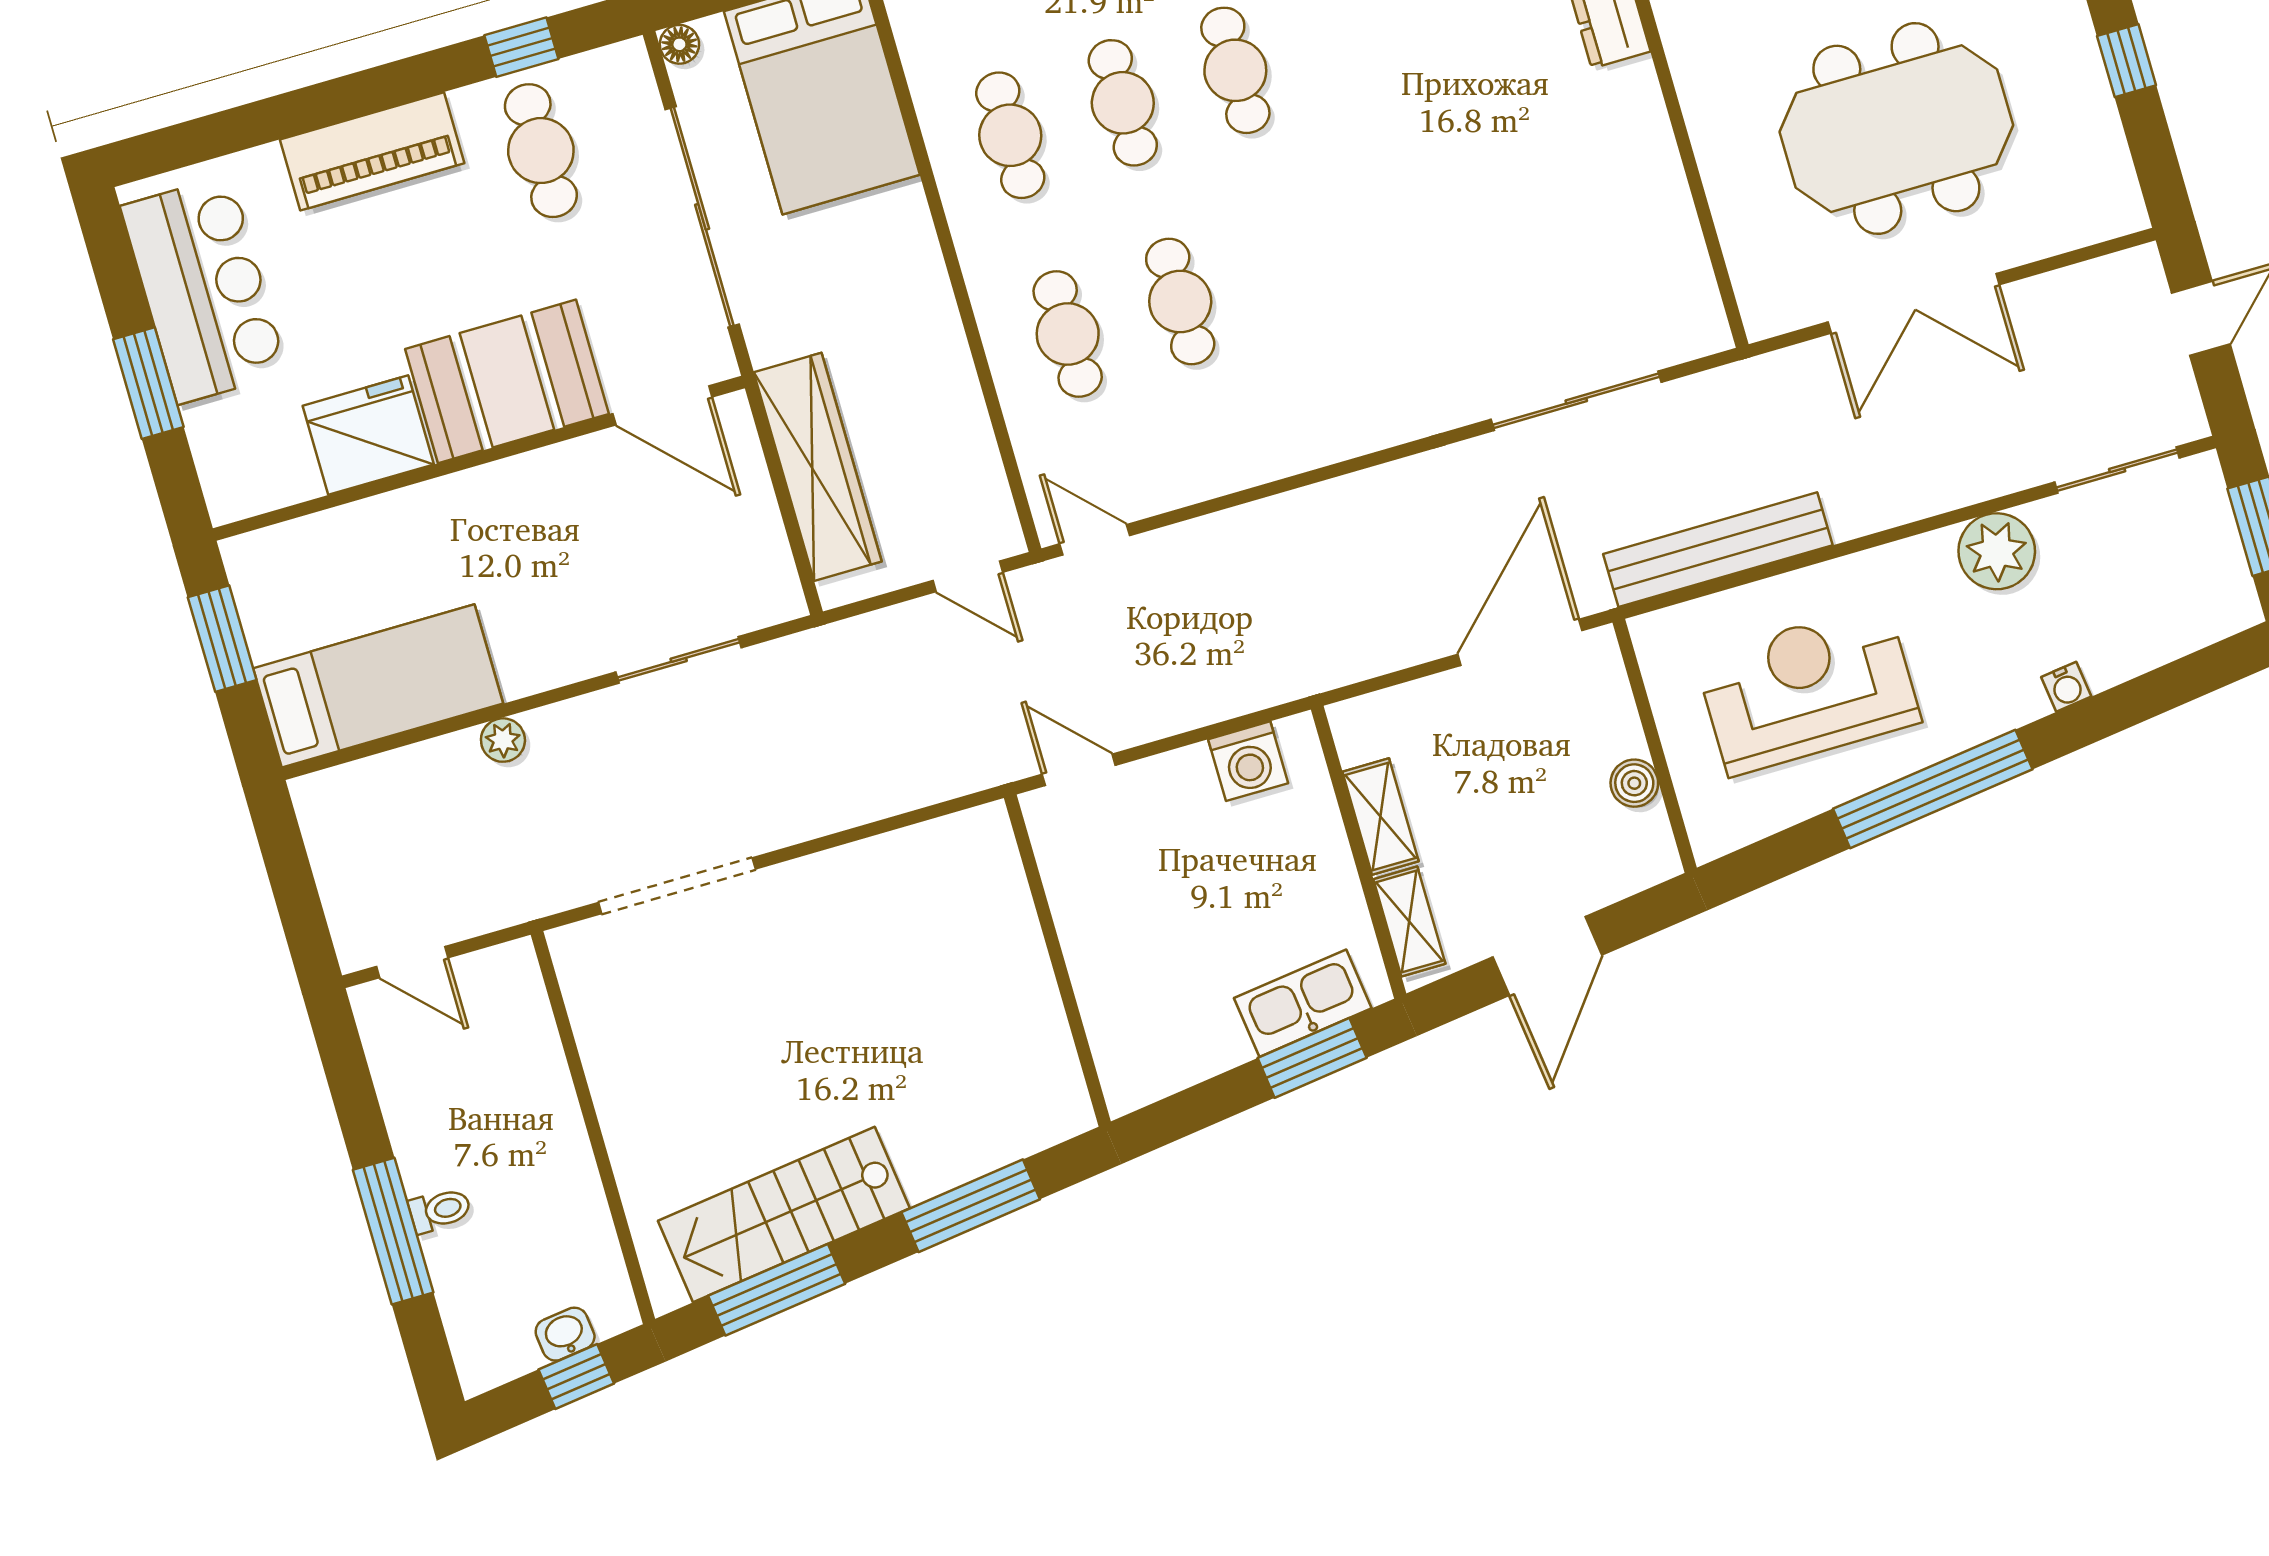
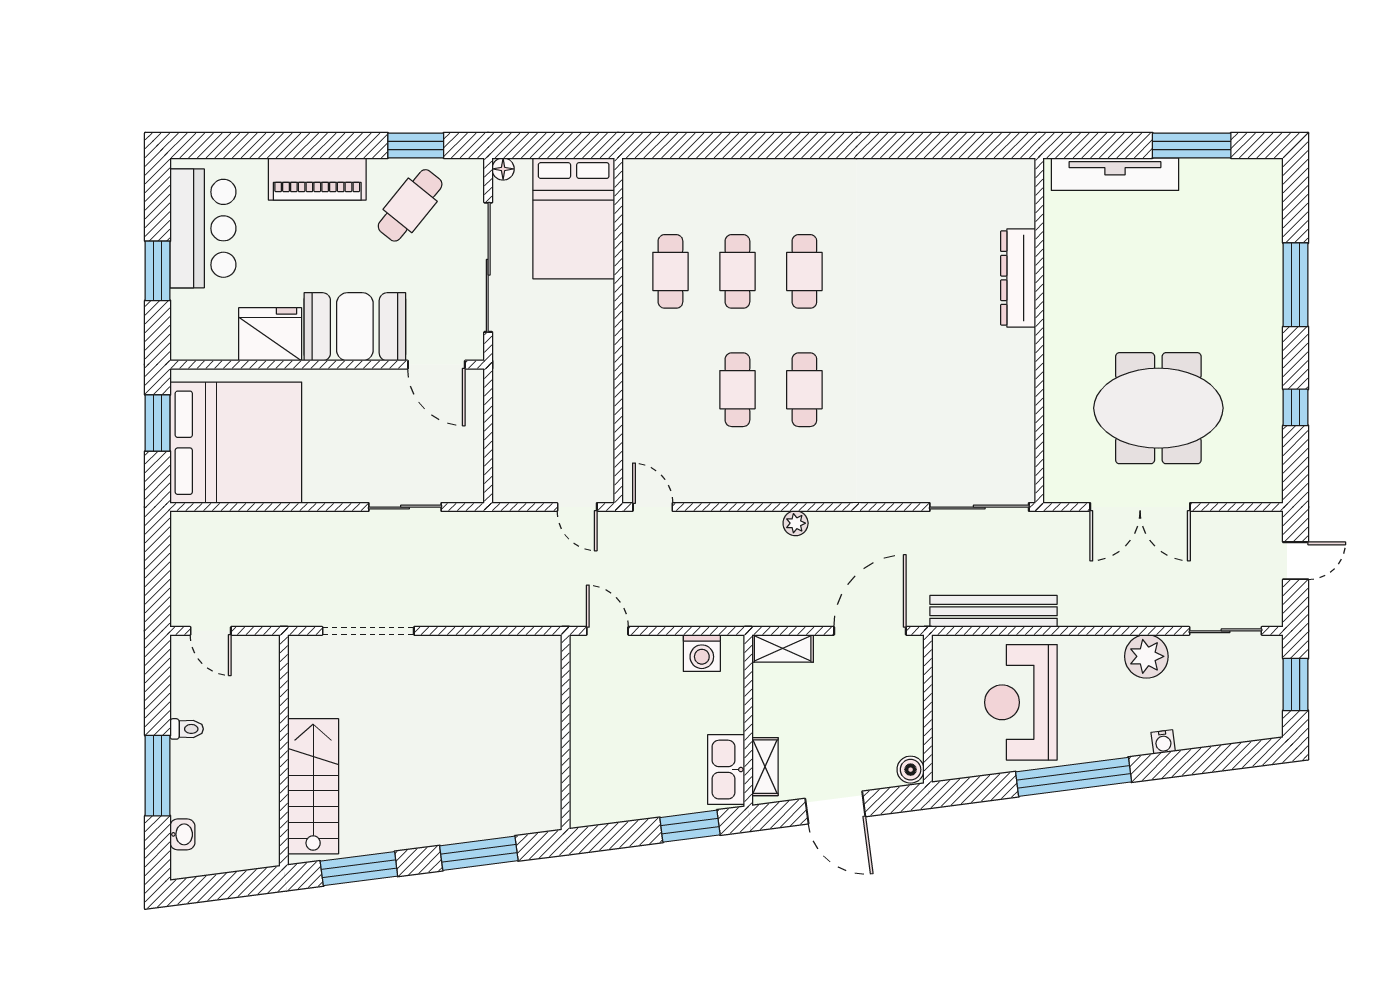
window: (521, 47) -> (416, 145), width x1.50
cafe table: (541, 151) -> (410, 205), turned 39
cafe table: (1068, 334) -> (804, 390), moved
sliding door: (1576, 401) -> (979, 507), moved
wardrobe: (818, 467) -> (512, 423), removed
bed: (378, 686) -> (236, 443), width x2.04
reception desk: (1808, 689) -> (1021, 702), turned -90
plant: (503, 740) -> (796, 523), moved
boiler: (1634, 783) -> (911, 770), moved
shelving: (1380, 817) -> (783, 648), moved, turned 90
door: (1547, 956) -> (835, 807), hinge flipped
kitchen sink: (1303, 1003) -> (726, 770), moved, turned -83
toilet: (440, 1210) -> (187, 729), moved
stairs: (784, 1215) -> (313, 786), moved, turned 97
washbasin: (565, 1334) -> (182, 834), moved, turned 97
window: (576, 1377) -> (235, 885), removed

